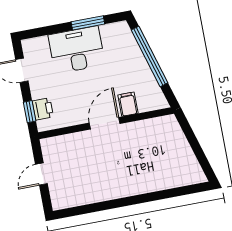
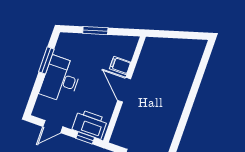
window: (149, 56) -> (95, 31), width x0.47
printer: (43, 109) -> (90, 124), width x1.87, depth x1.48

